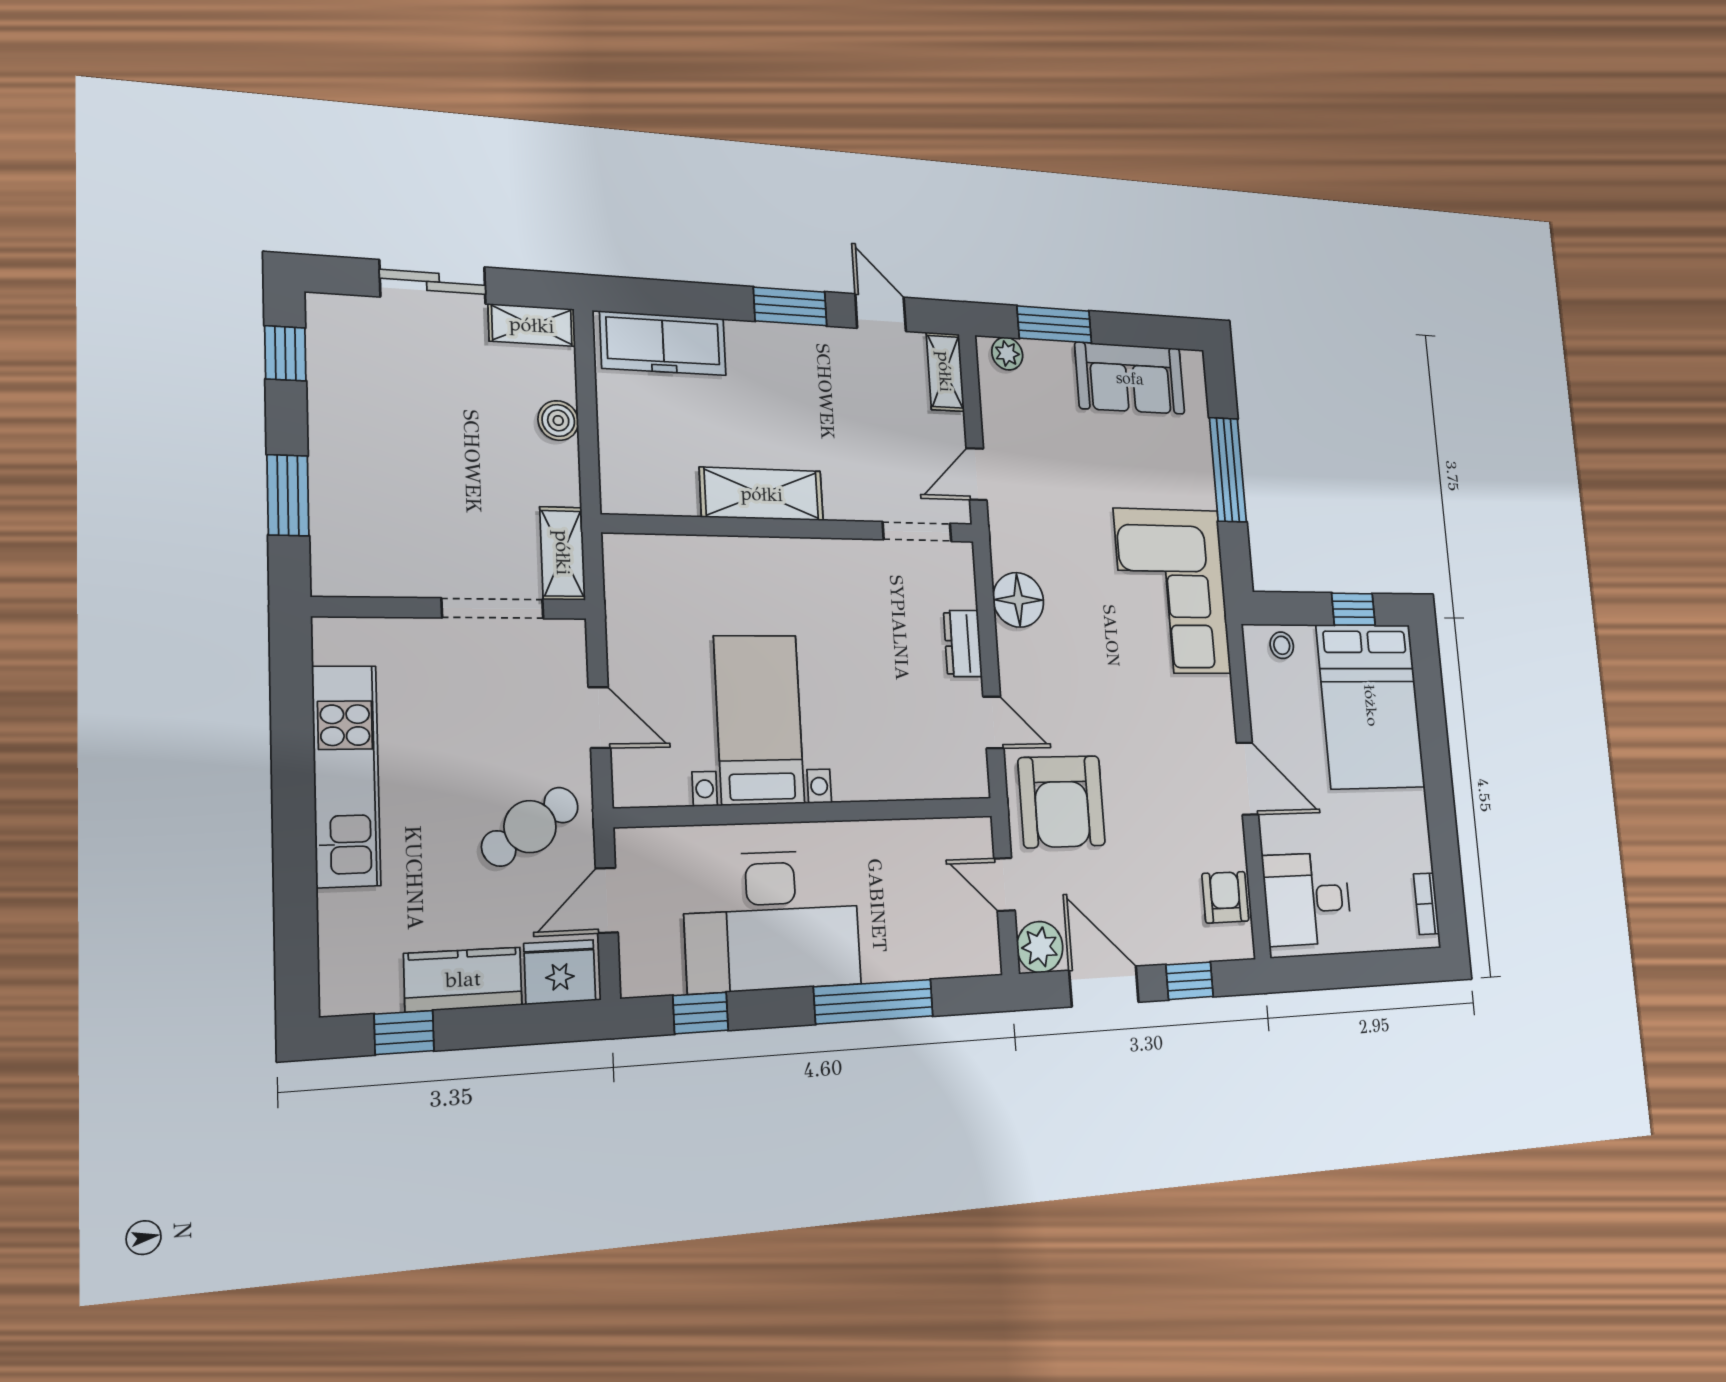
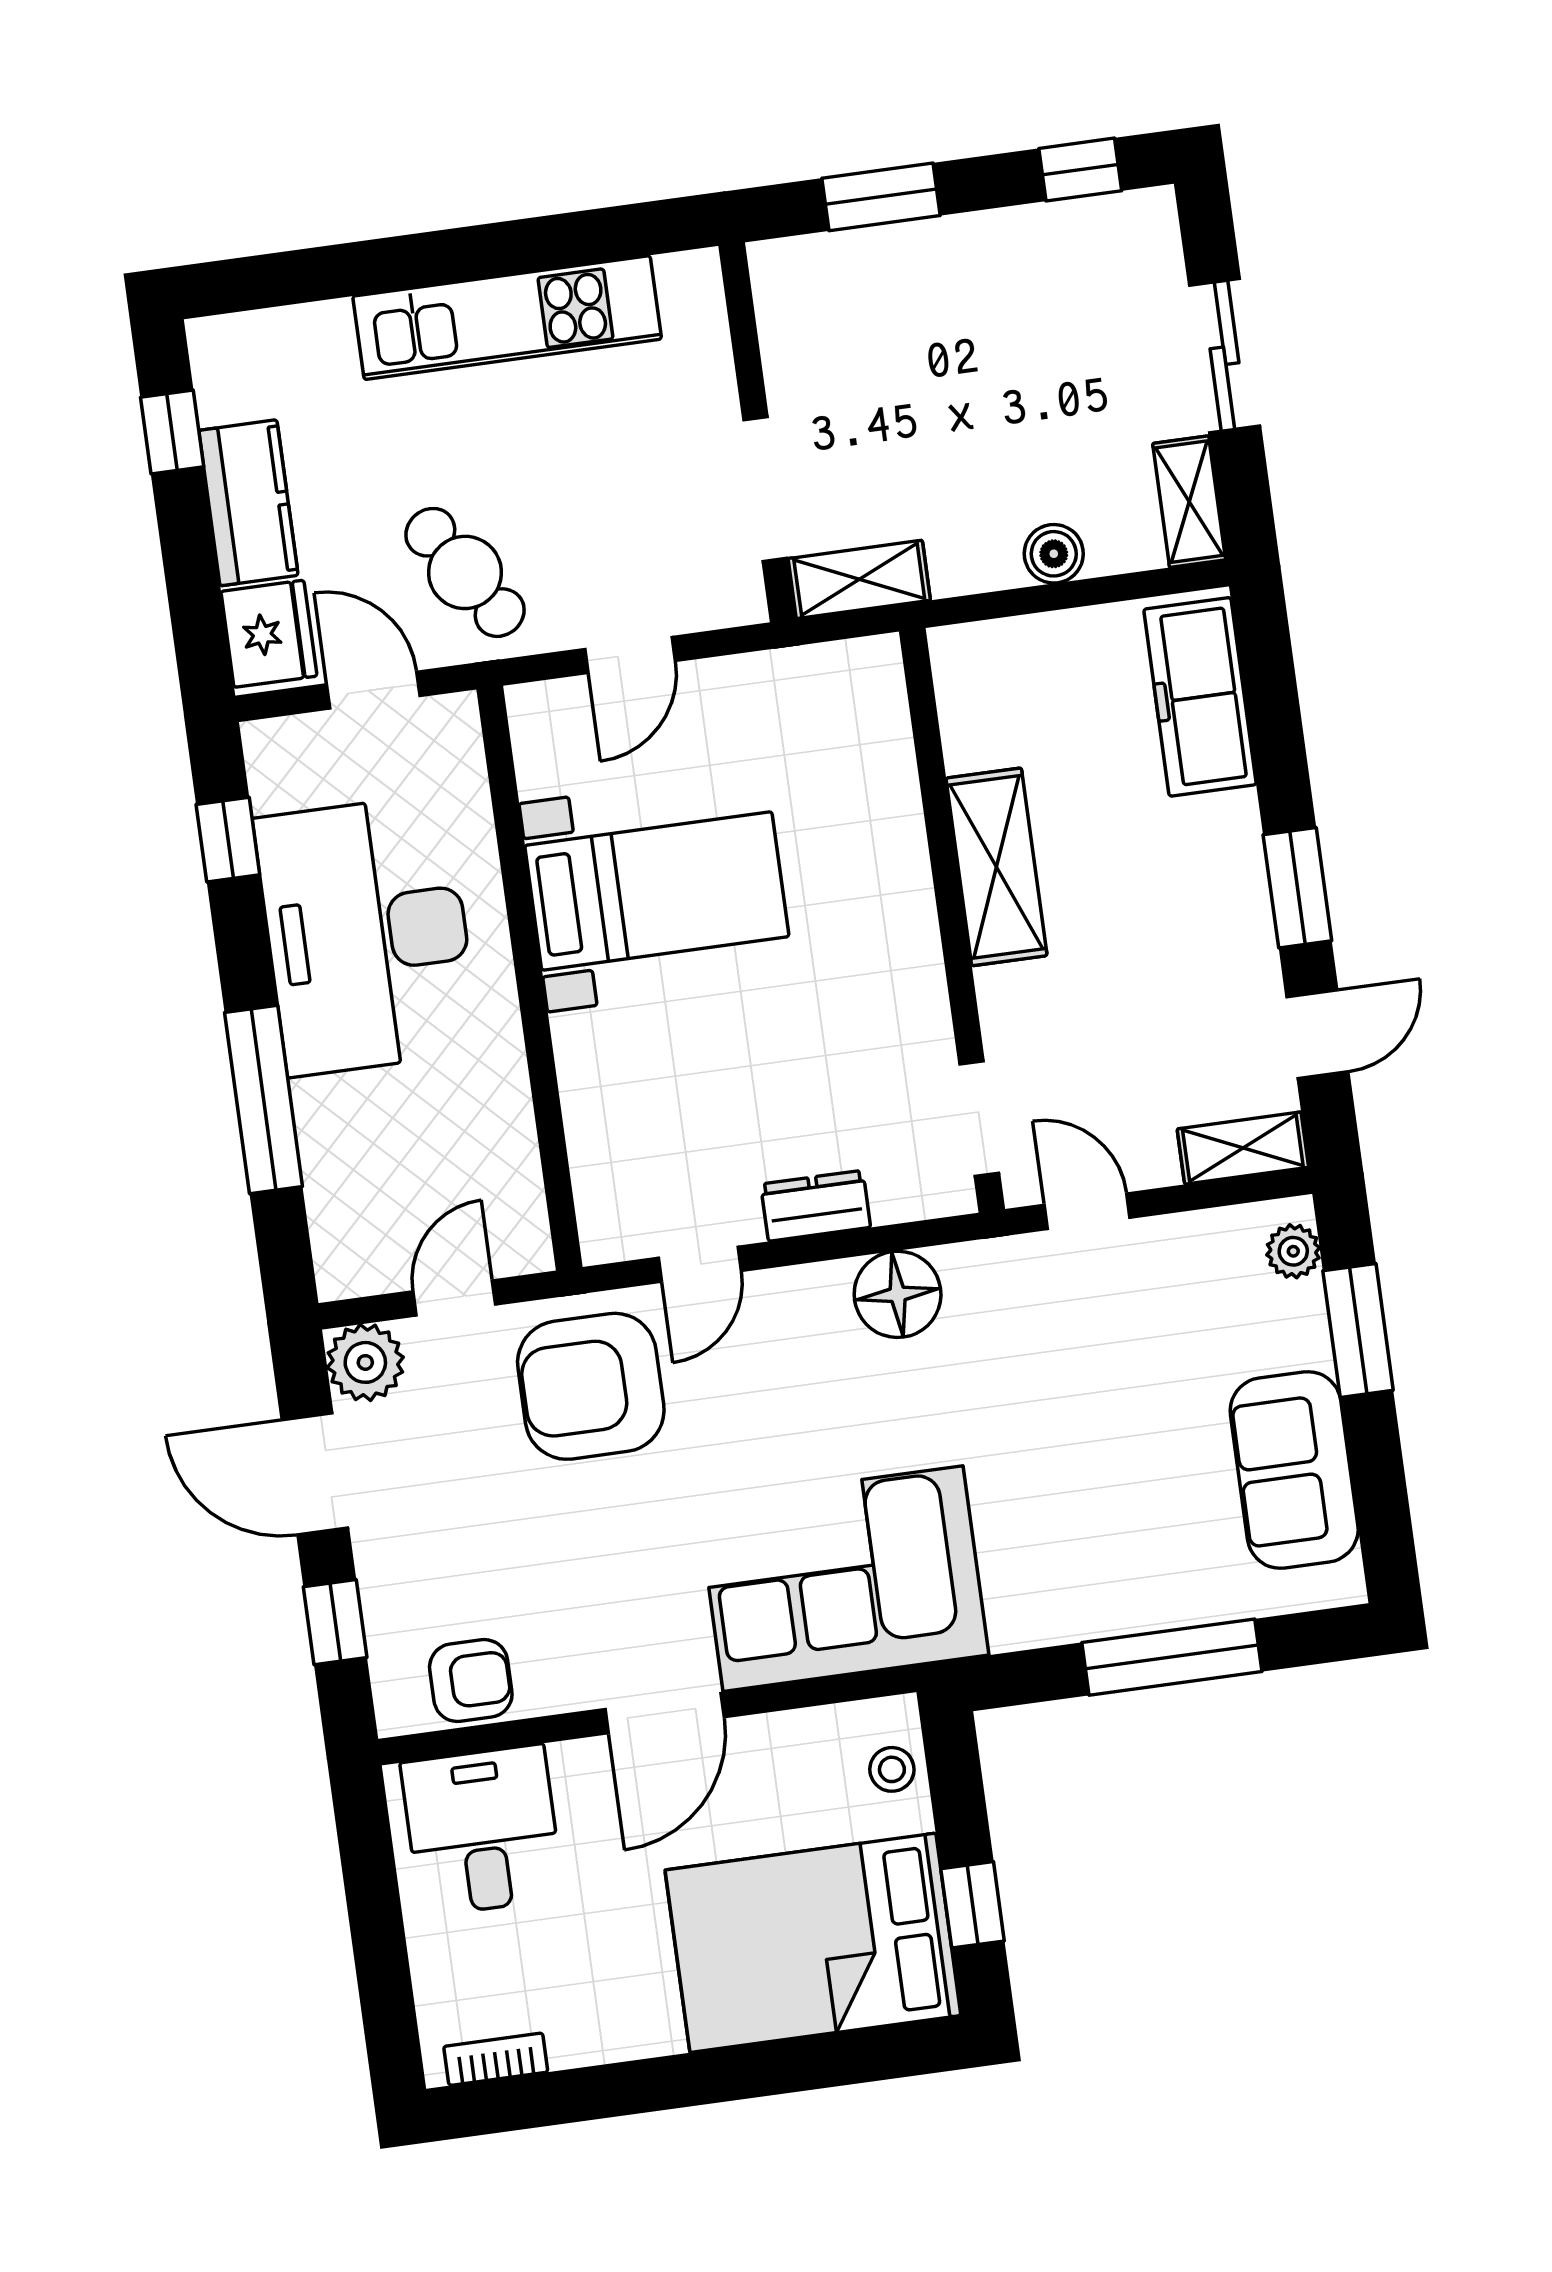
corner sofa: (1172, 591) -> (843, 1579), moved
door: (1104, 986) -> (315, 1474), swing flipped

